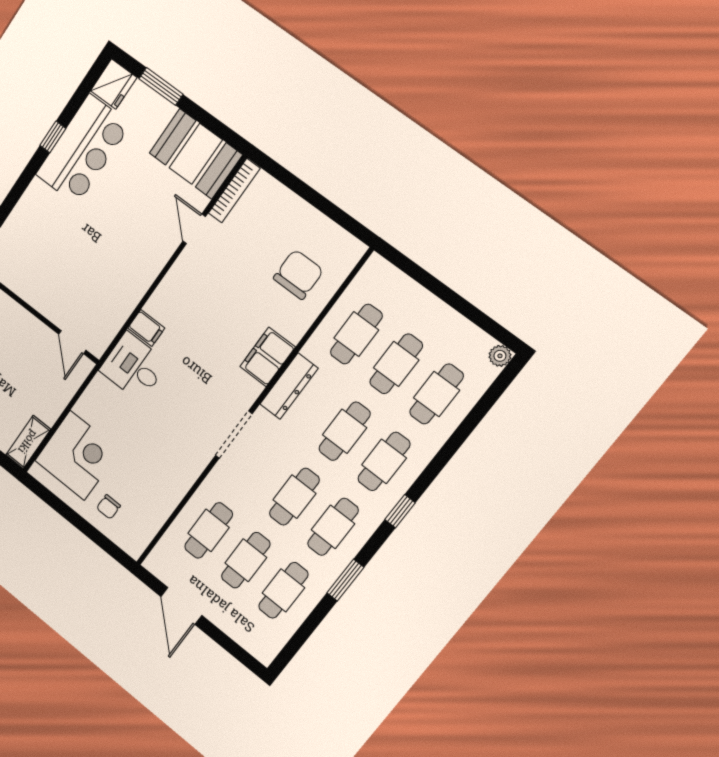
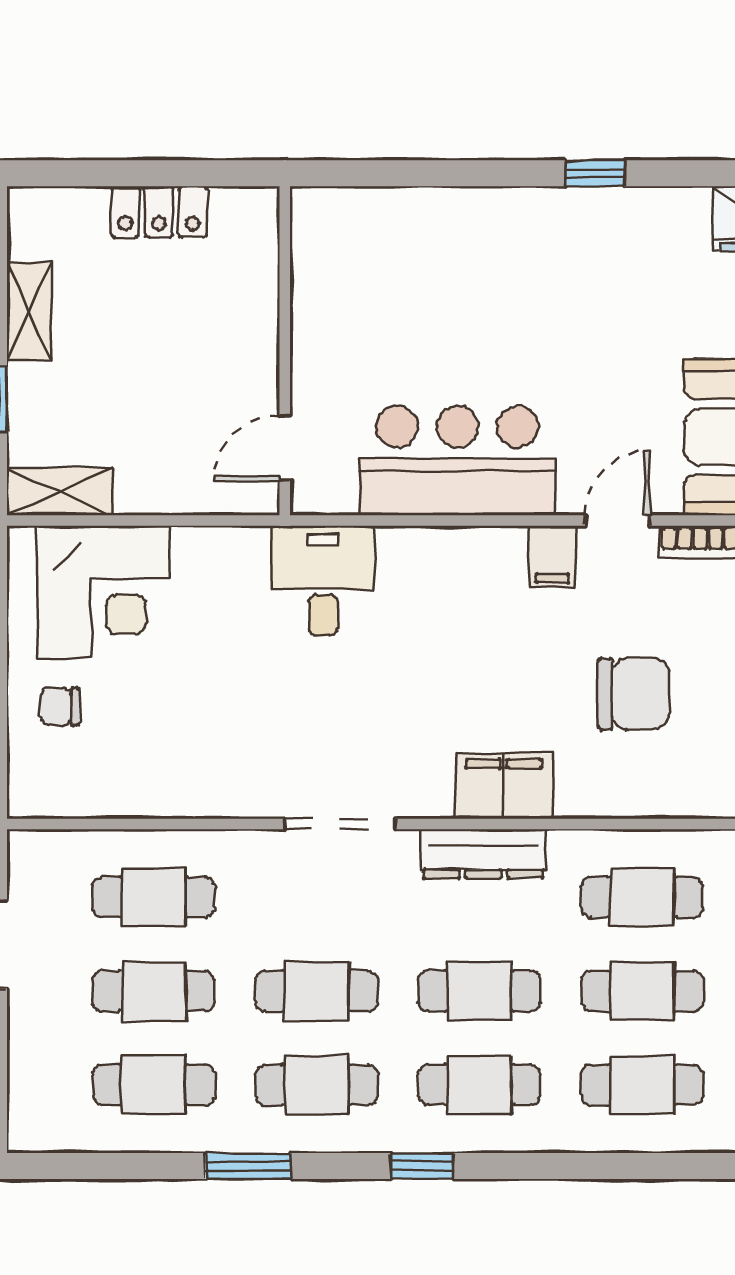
bar counter: (83, 150) -> (457, 461), moved, turned 180
chair: (298, 274) -> (634, 694), moved
filing cabinet: (146, 328) -> (552, 557), moved

